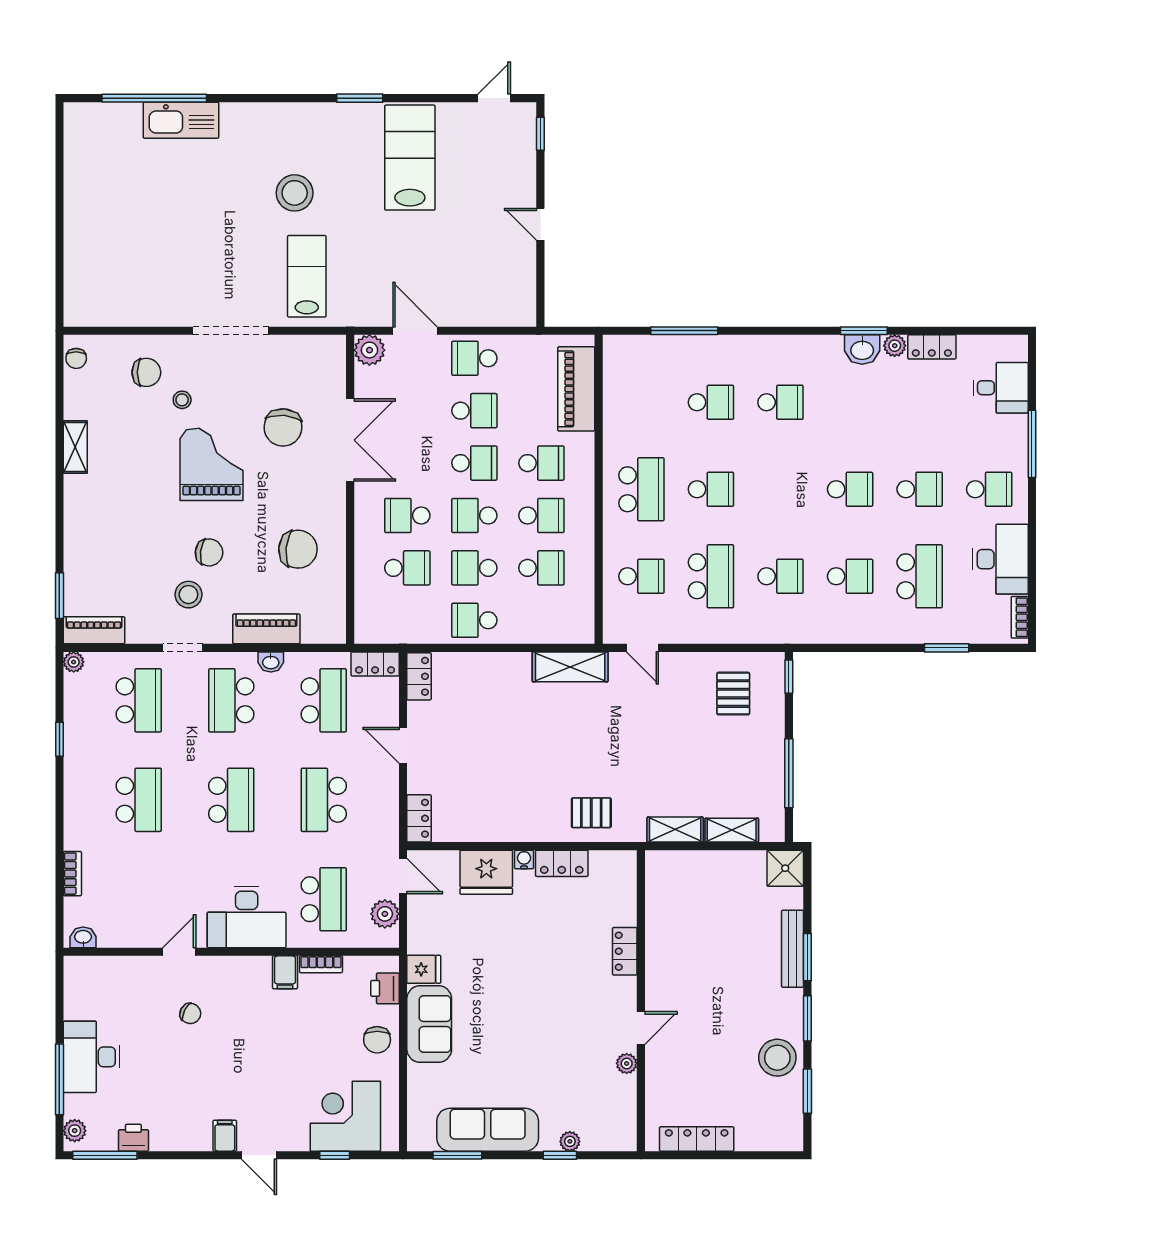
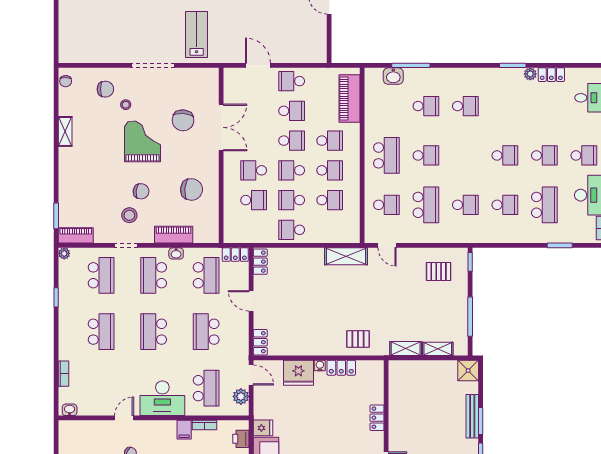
washbasin: (862, 349) -> (393, 76), moved
plant: (369, 350) -> (232, 76), removed
pallet: (733, 694) -> (439, 271), turned 90
school desk: (231, 800) -> (154, 332), turned 180

